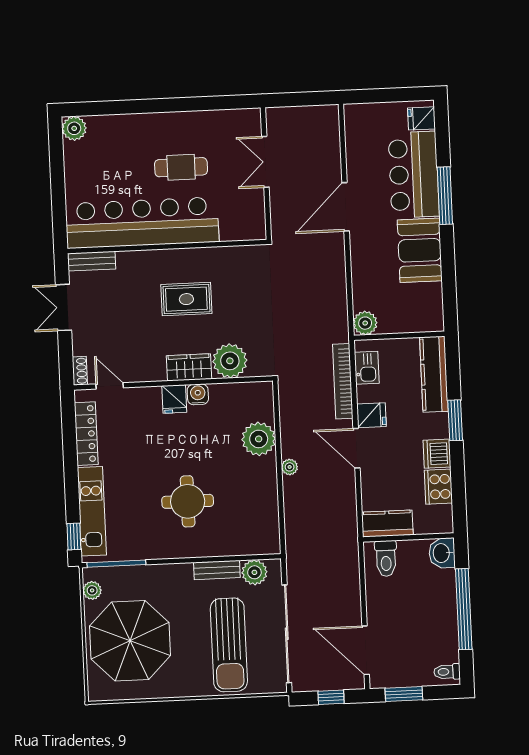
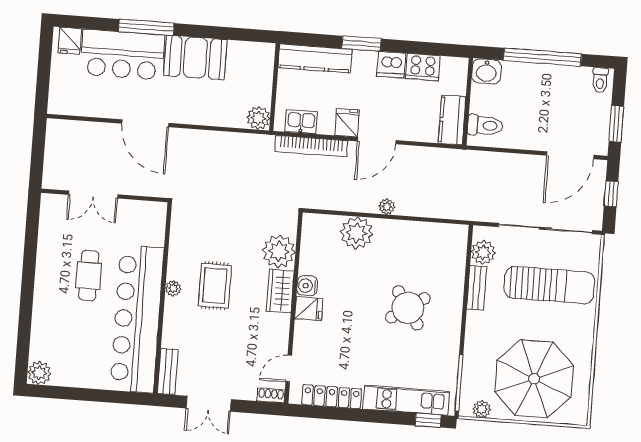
plant: (178, 256) -> (173, 288), added
round table: (188, 501) -> (408, 308), turned -34

